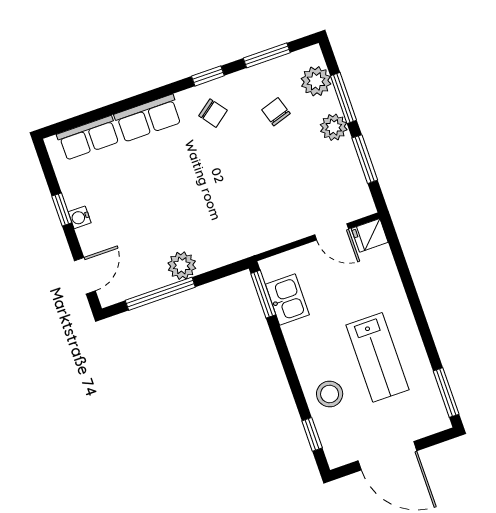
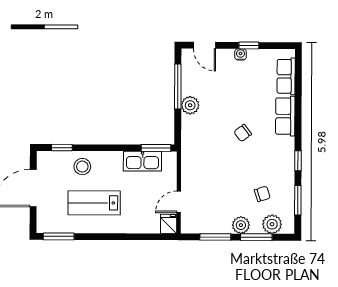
chair: (213, 113) -> (243, 133), moved
kitchen sink: (287, 300) -> (142, 161), width x1.38

